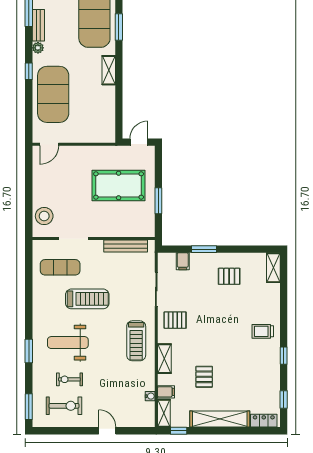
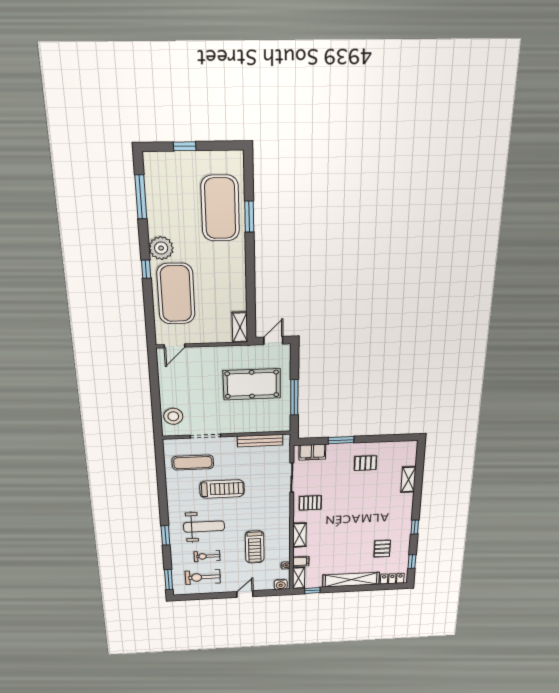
bench: (38, 25) -> (154, 217), removed
plant: (38, 48) -> (161, 248), width x1.87, depth x1.87
shelving: (109, 70) -> (240, 327), moved
window: (158, 201) -> (294, 397), width x1.44
filing cabinet: (183, 261) -> (312, 452), width x2.00
shelving: (273, 268) -> (408, 480), moved
trolley: (263, 331) -> (396, 508), removed
treadmill: (136, 341) -> (255, 547), moved
weight bench: (68, 343) -> (204, 527), turned 180
pallet: (204, 377) -> (382, 549), moved
exercise bike: (64, 406) -> (203, 577), turned 180
water cooler: (145, 420) -> (281, 584), added
door: (107, 431) -> (245, 594), hinge flipped

